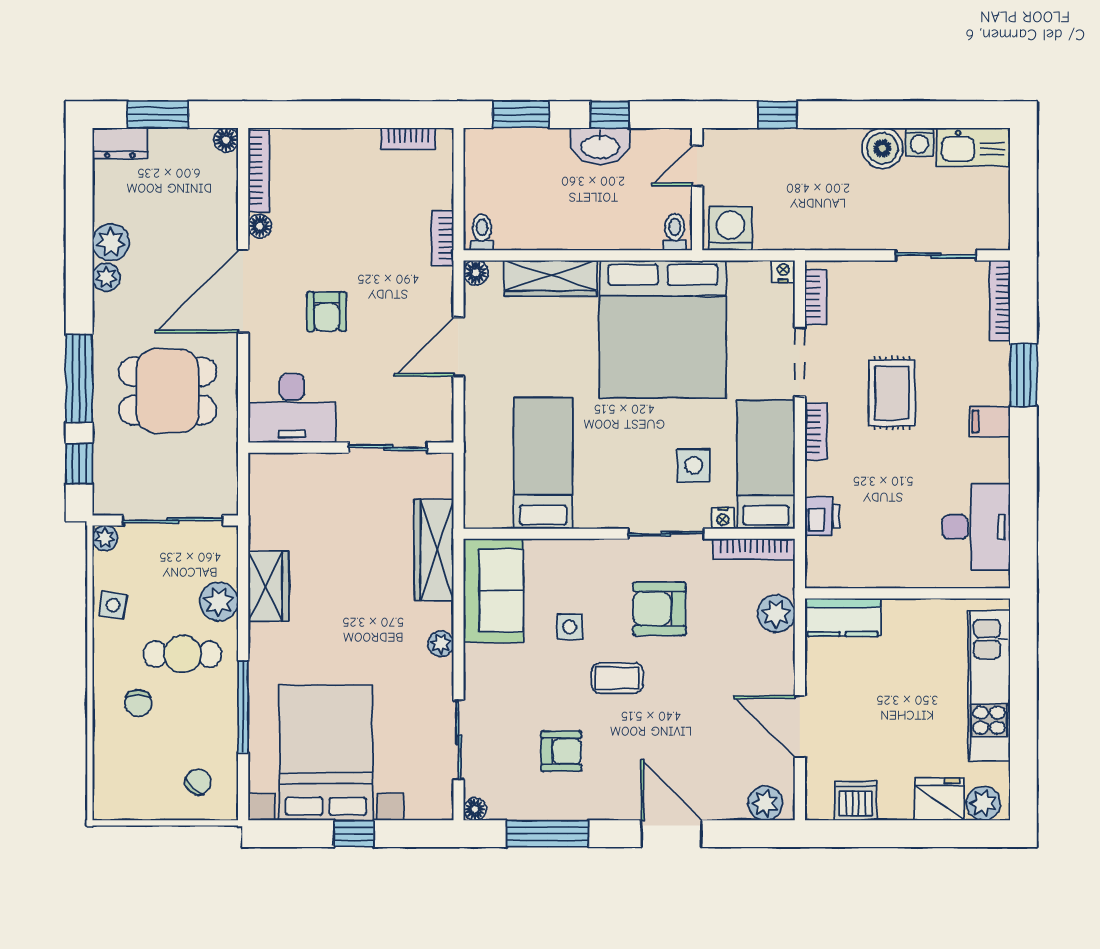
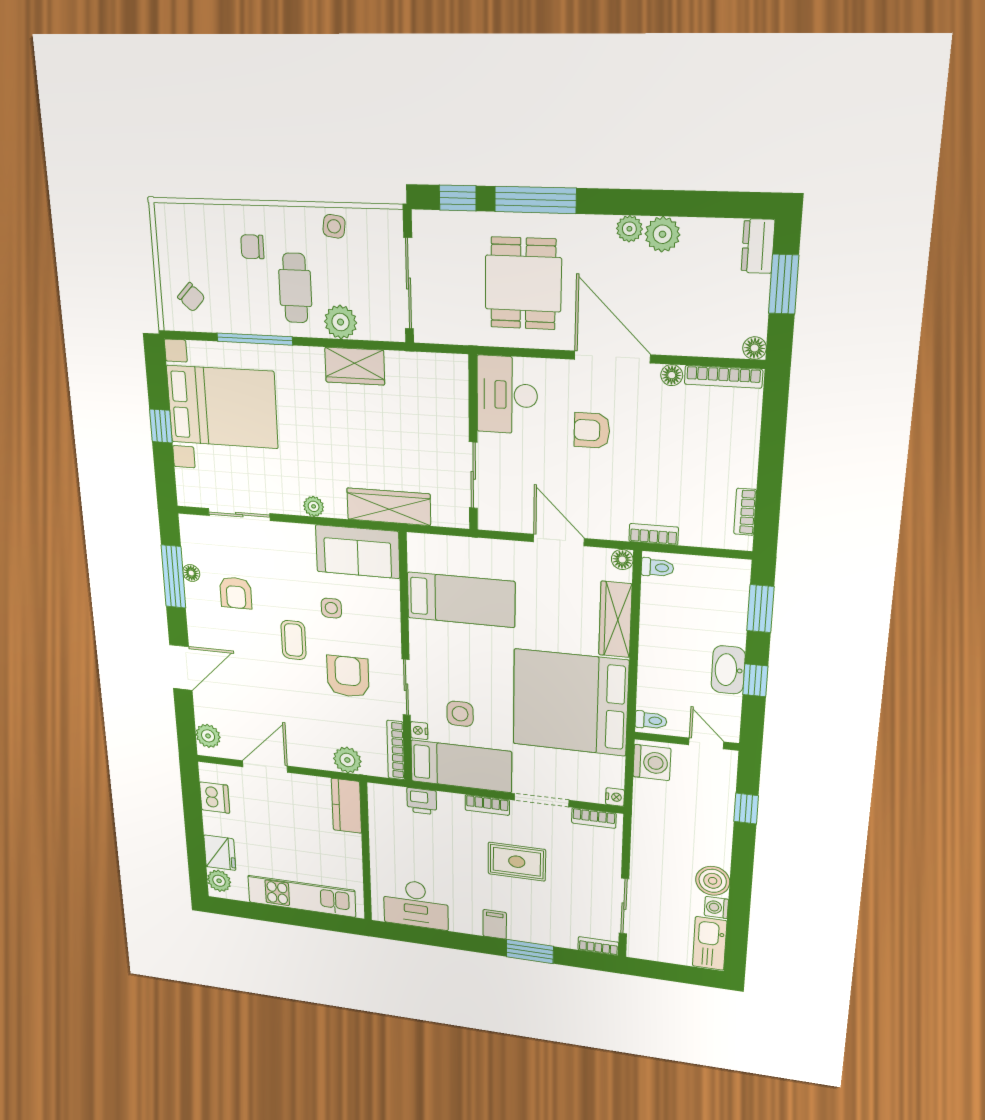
bookcase: (1000, 301) -> (598, 946), width x0.64
plant: (105, 538) -> (392, 221), removed
floor lamp: (475, 809) -> (191, 573), moved

